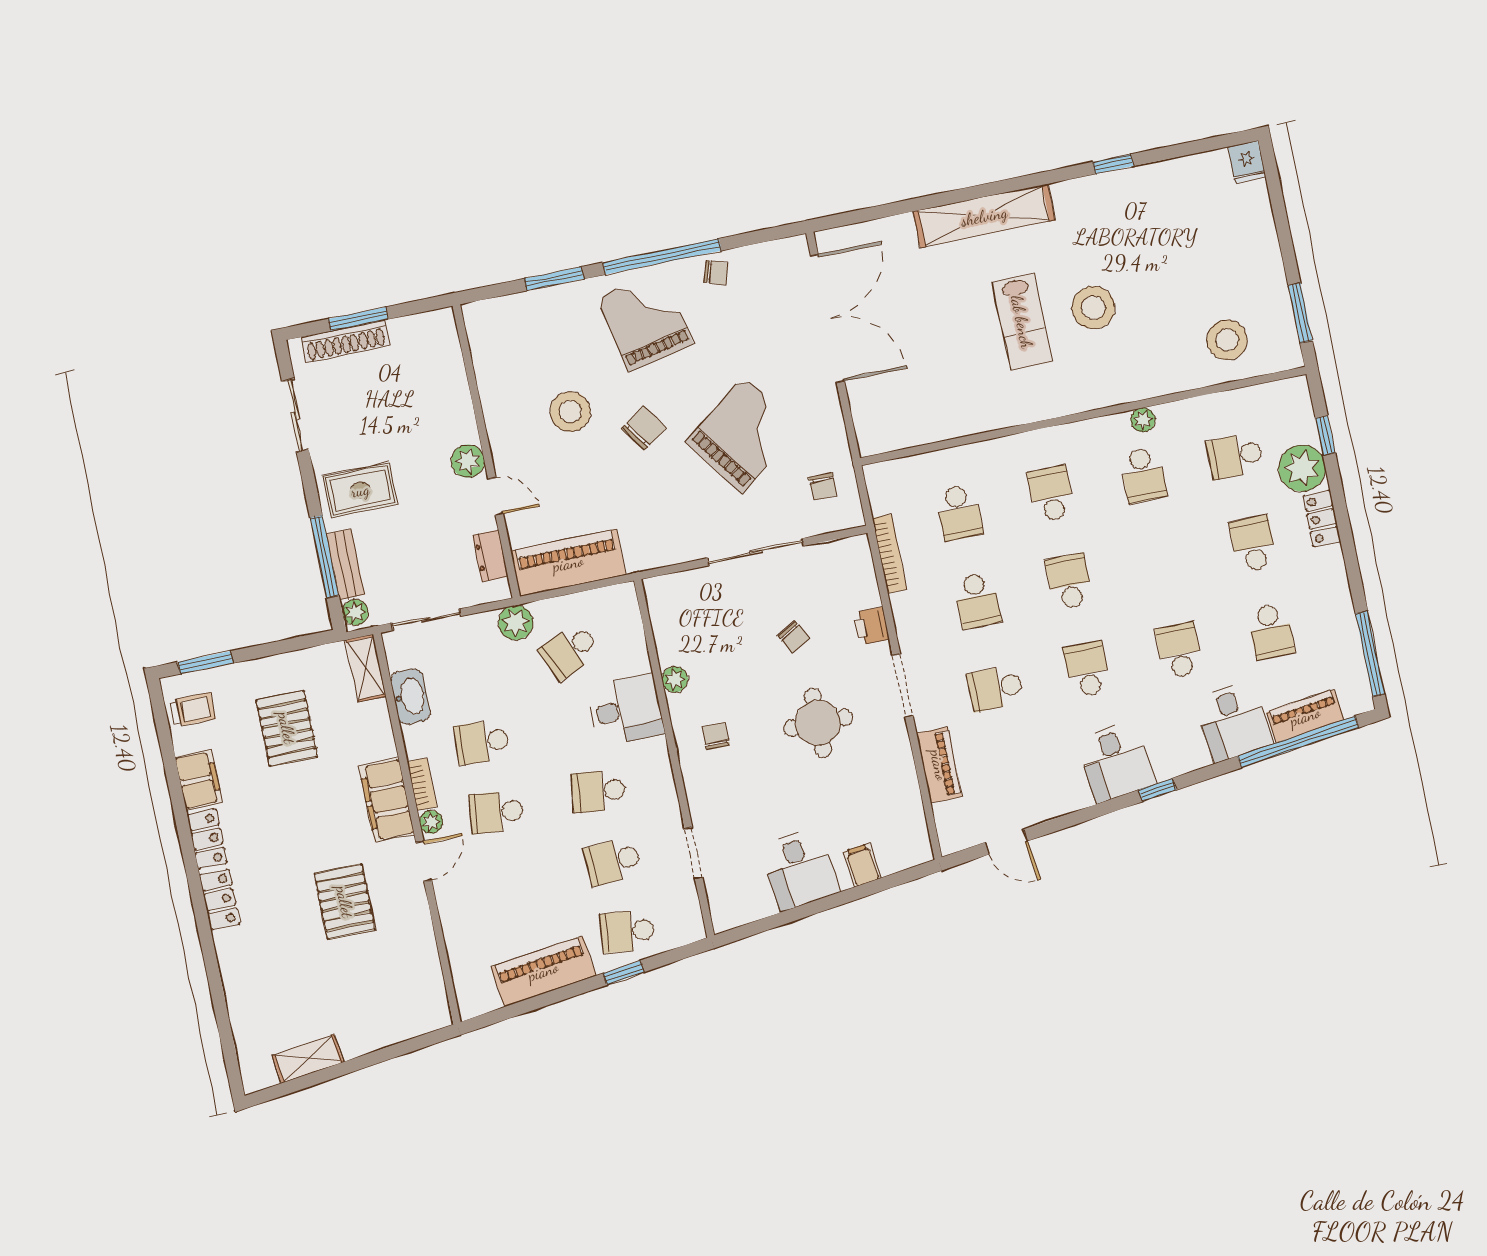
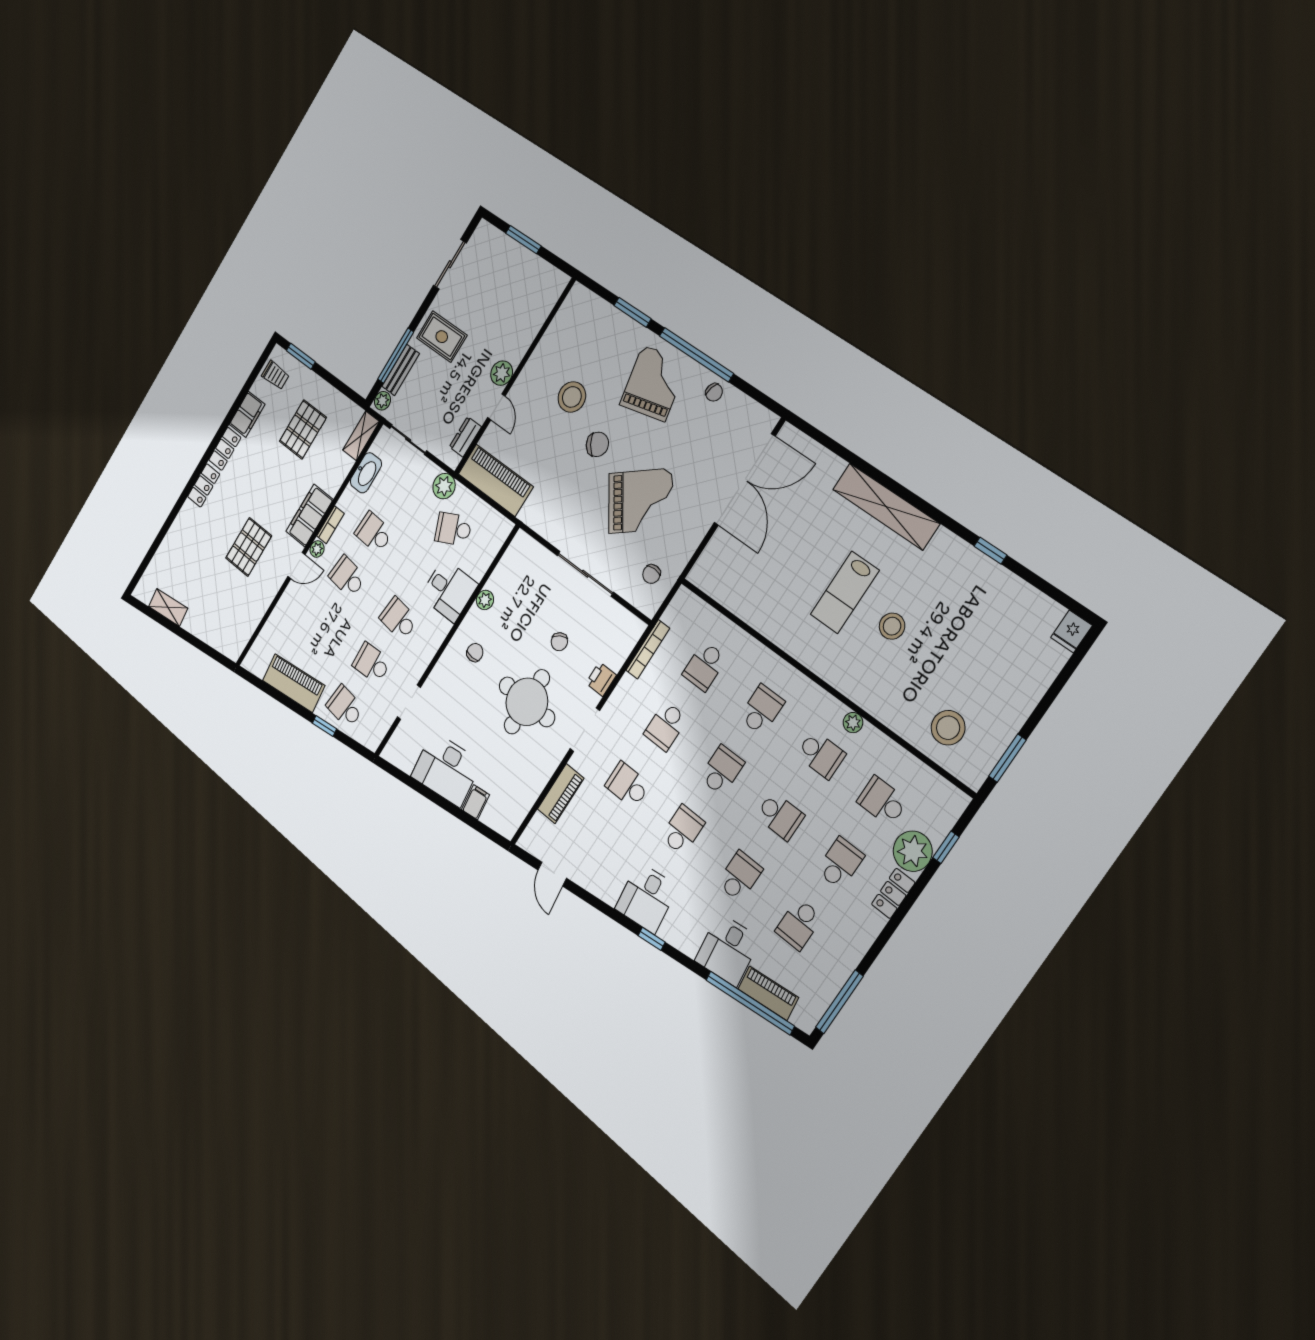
stool: (1093, 308) -> (892, 626), width x0.73, depth x0.73
shoe rack: (345, 341) -> (507, 246), removed
school desk: (1143, 475) -> (821, 755), turned -90
school desk: (1161, 563) -> (780, 816), added
round table: (818, 723) -> (527, 702), width x1.36, depth x1.36
desk: (800, 869) -> (446, 769), width x1.37

